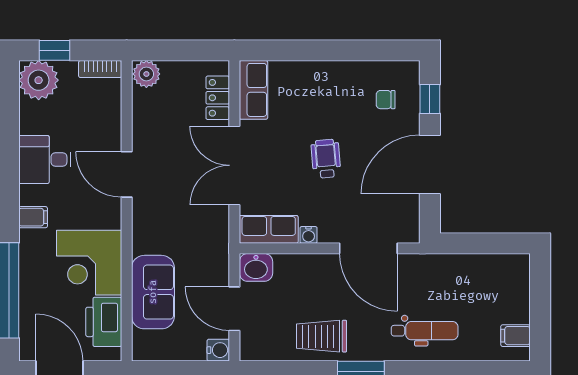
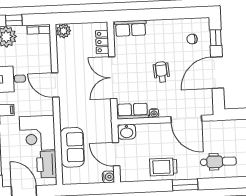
row of seats: (253, 90) -> (131, 28), moved, turned 90

